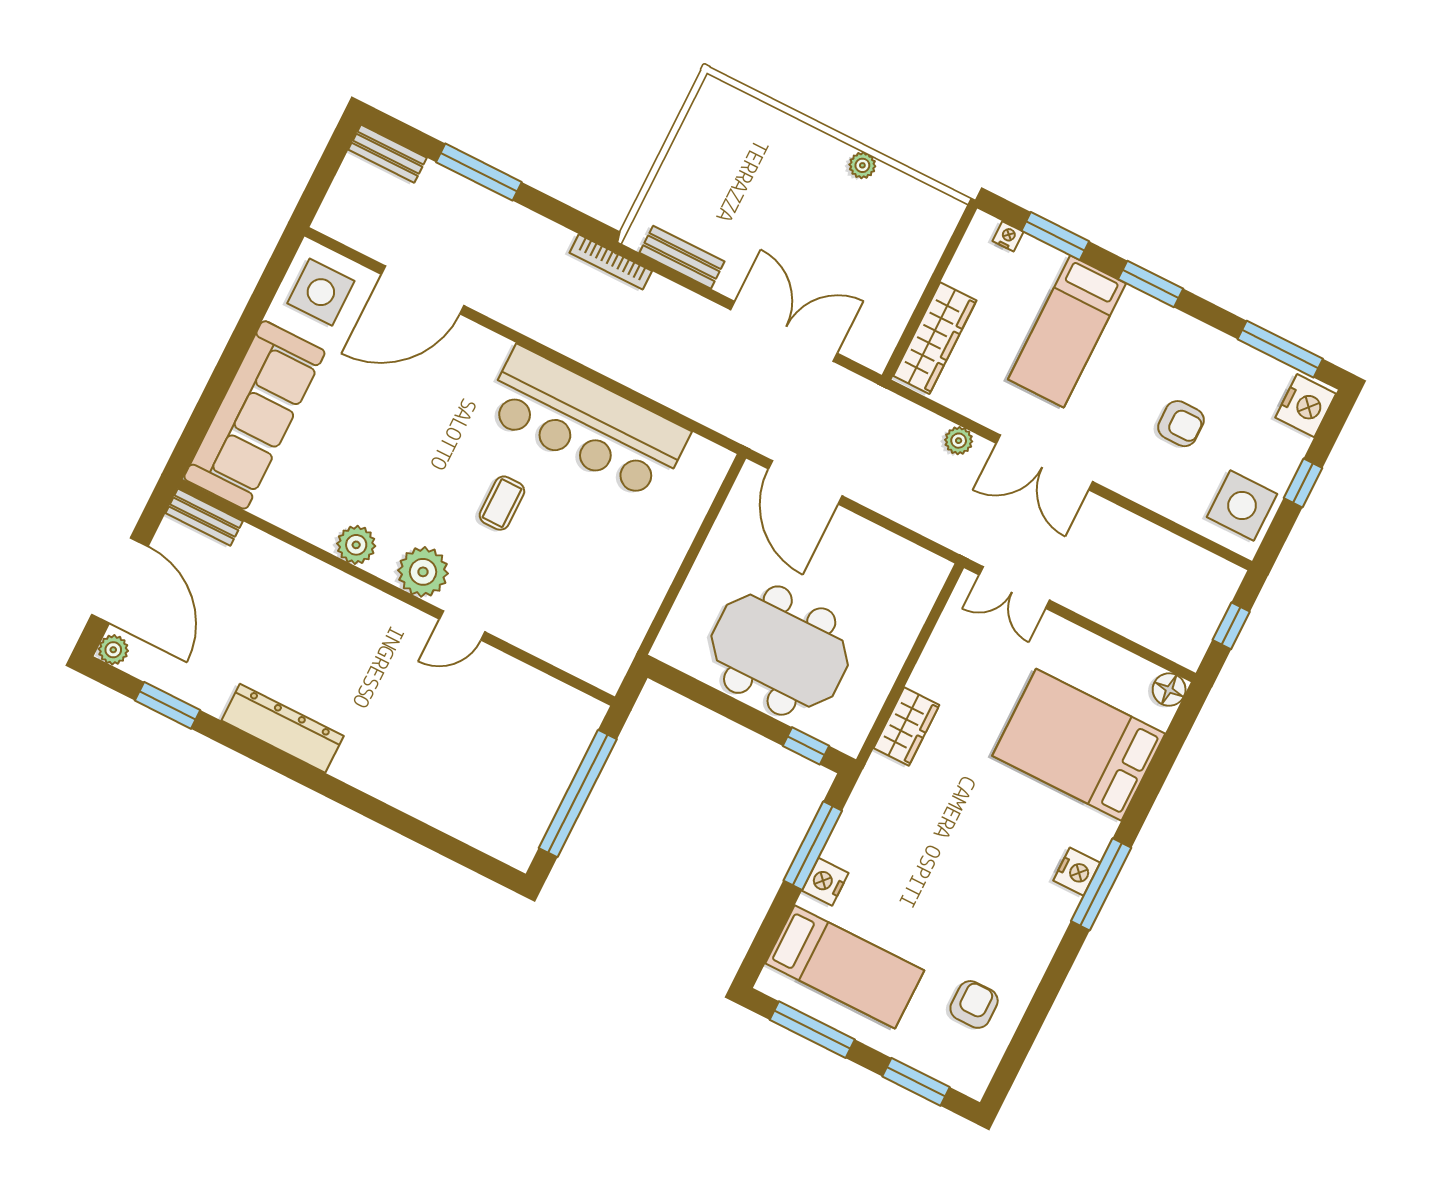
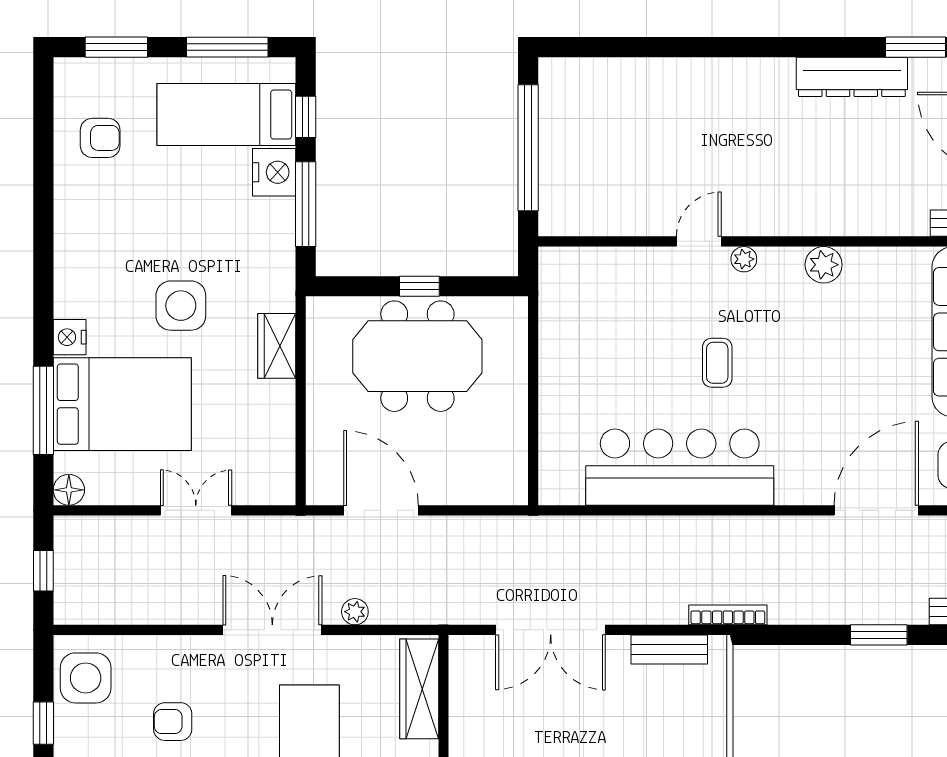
window: (479, 172) -> (879, 635), width x0.69
door: (805, 482) -> (381, 510), moved
plant: (423, 572) -> (744, 259), width x0.53, depth x0.53
double door: (1014, 588) -> (196, 510), moved
dresser: (283, 728) -> (852, 77), moved
window: (806, 746) -> (419, 286), moved
side table: (977, 809) -> (181, 306), added
nightstand: (1077, 872) -> (70, 337), moved
nightstand: (825, 882) -> (274, 172), width x1.36, depth x1.33
window: (1101, 884) -> (43, 410), moved
window: (772, 927) -> (306, 117), added
armchair: (974, 1004) -> (100, 138), turned -90

